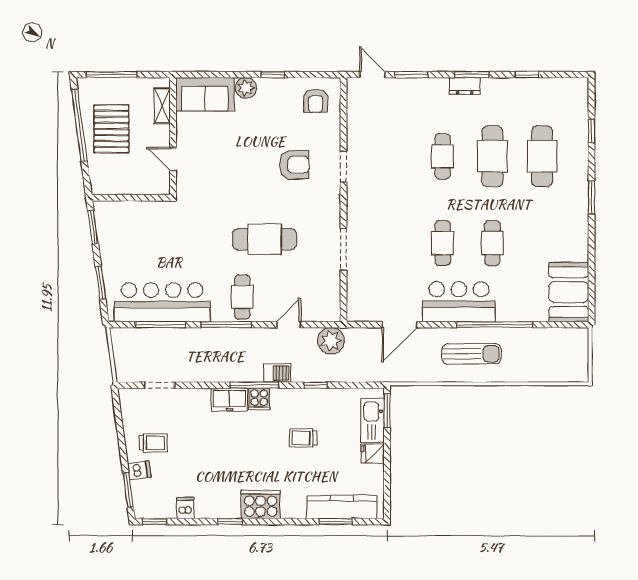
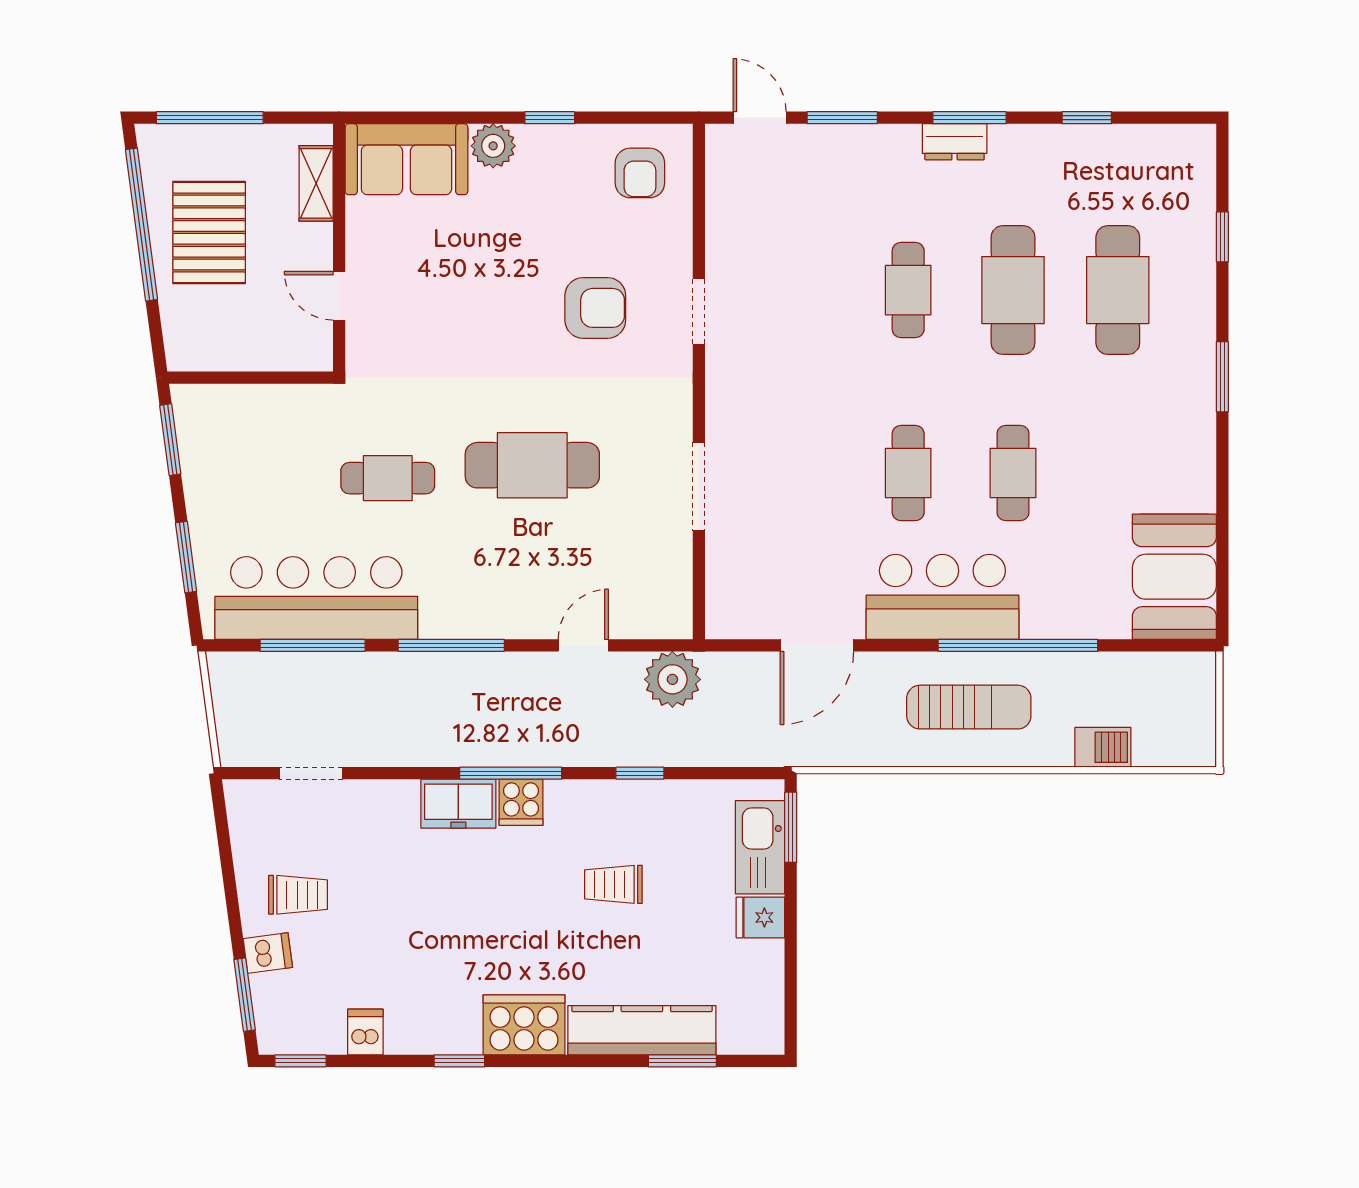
cafe table: (242, 297) -> (388, 478), moved, turned 90
barbecue: (277, 373) -> (1103, 747), moved
kitchen counter: (342, 507) -> (642, 1030), moved

